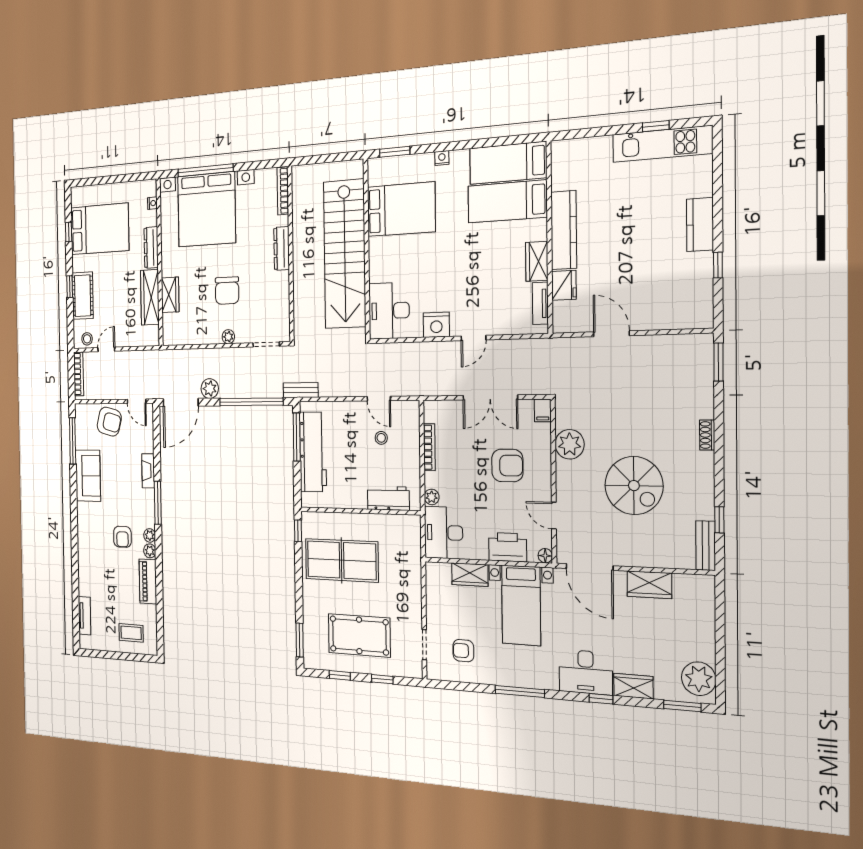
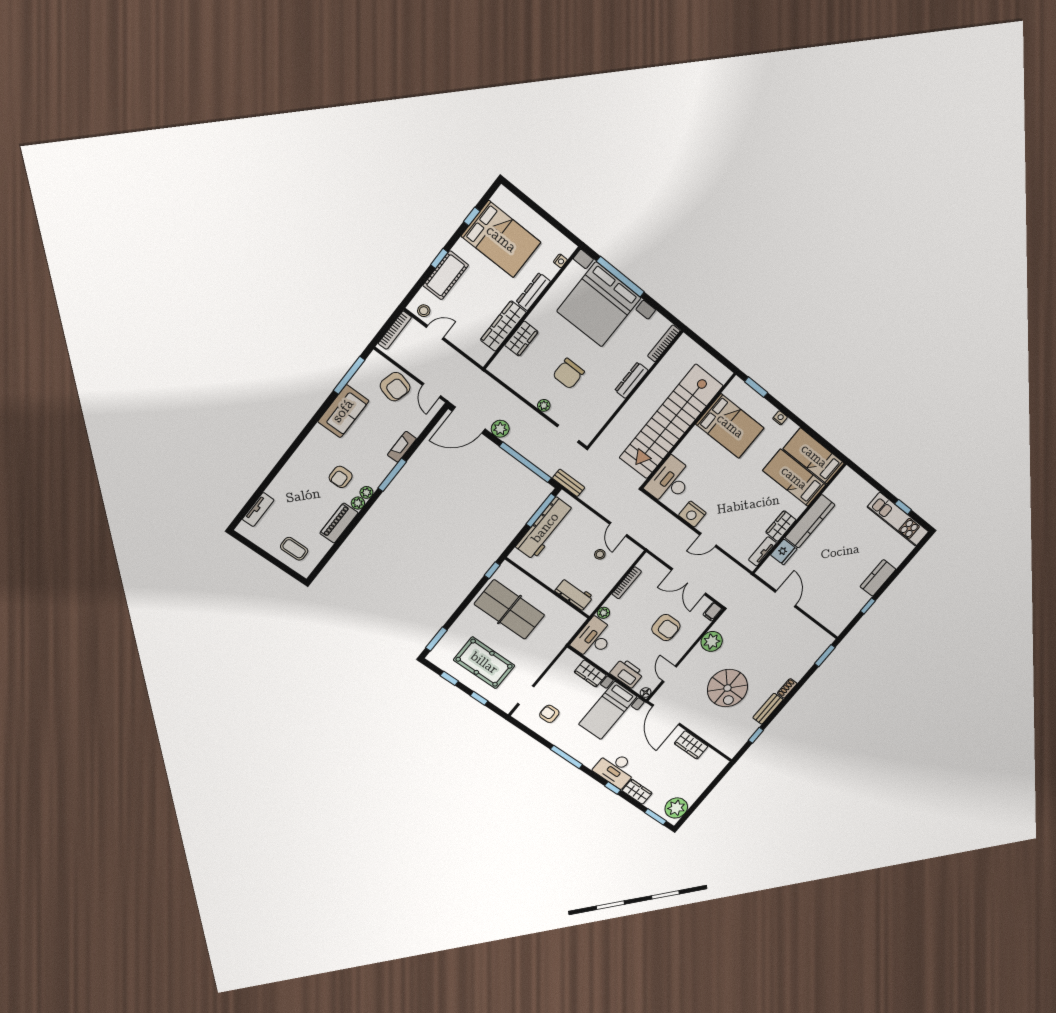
bench: (706, 546) -> (768, 709), moved

